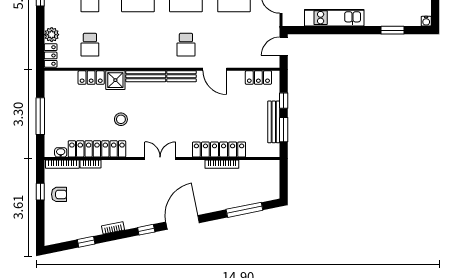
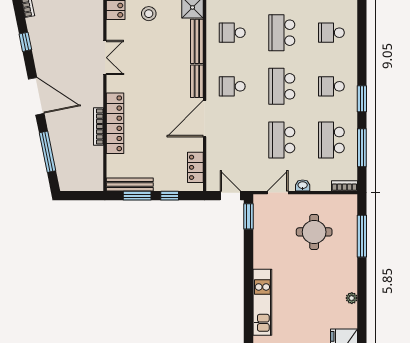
kitchen unit: (334, 18) -> (262, 302), moved
window: (393, 30) -> (249, 216), moved
school desk: (138, 45) -> (232, 33), added
door: (215, 69) -> (205, 119), width x1.36
bench: (274, 122) -> (130, 184), moved
door: (183, 222) -> (36, 96), moved

